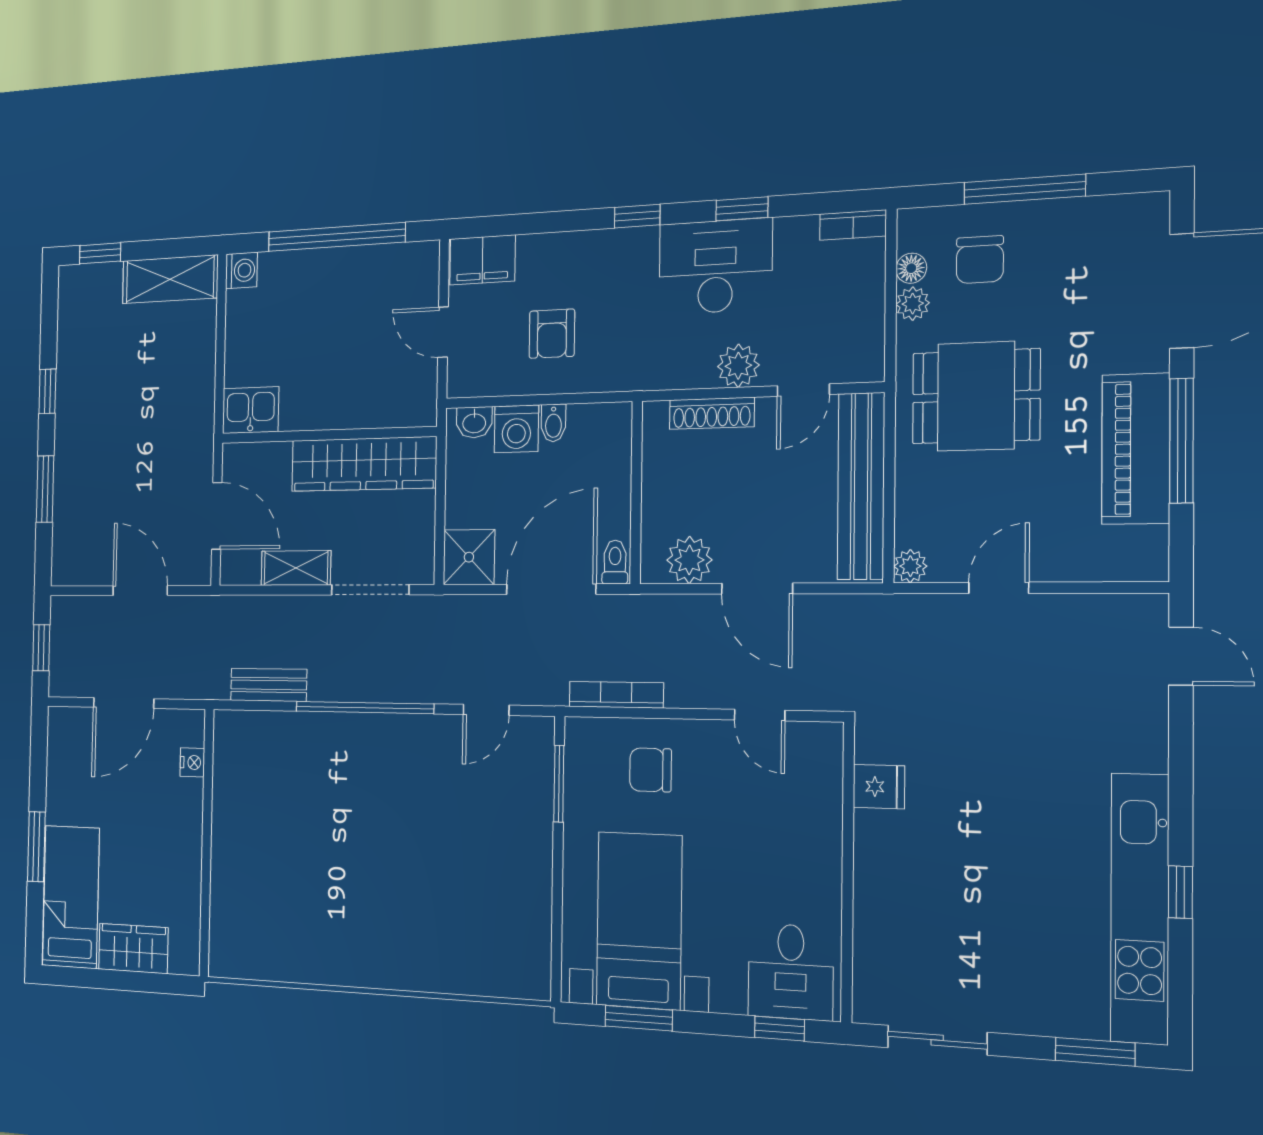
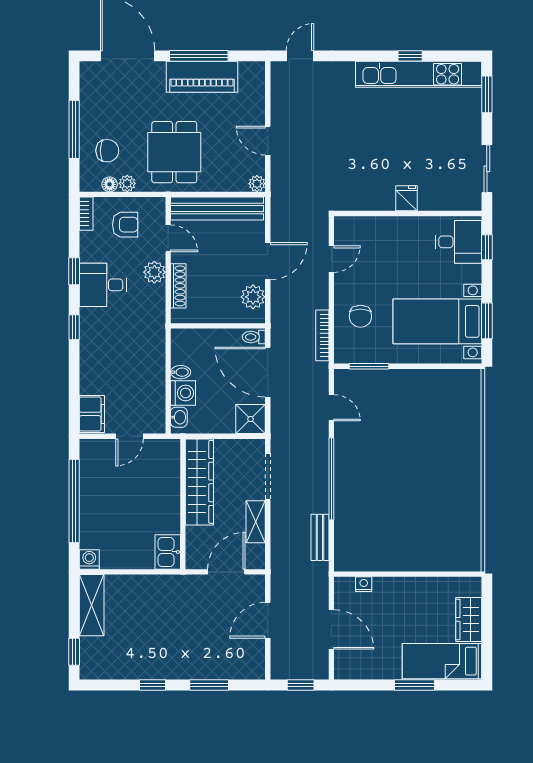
desk: (715, 266) -> (103, 285), width x0.73
armchair: (552, 334) -> (125, 225), moved
fridge: (879, 787) -> (407, 198), moved

